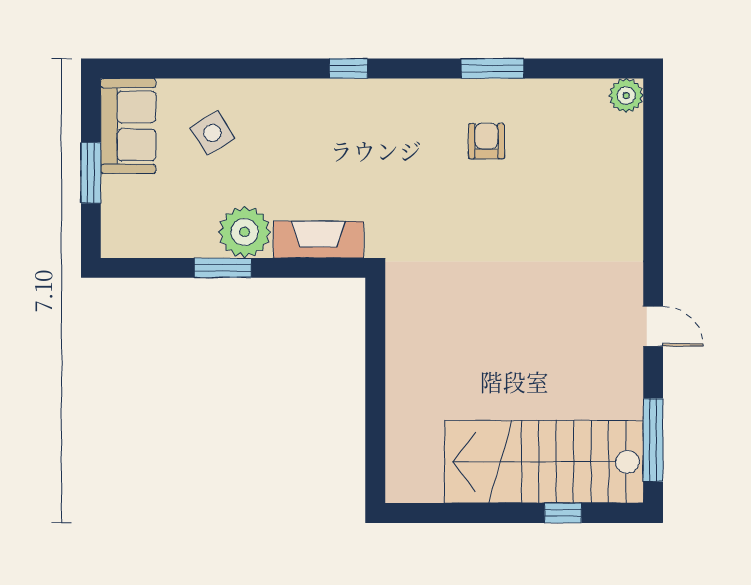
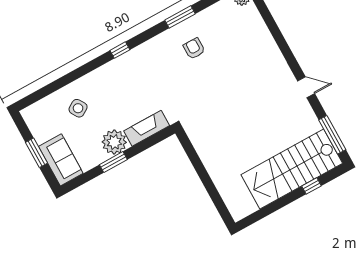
sofa: (128, 126) -> (61, 160), moved

